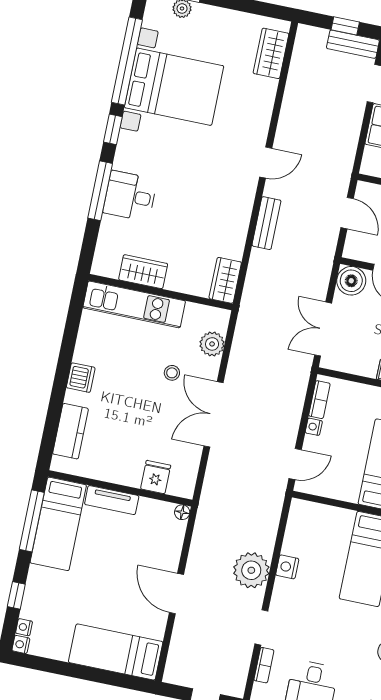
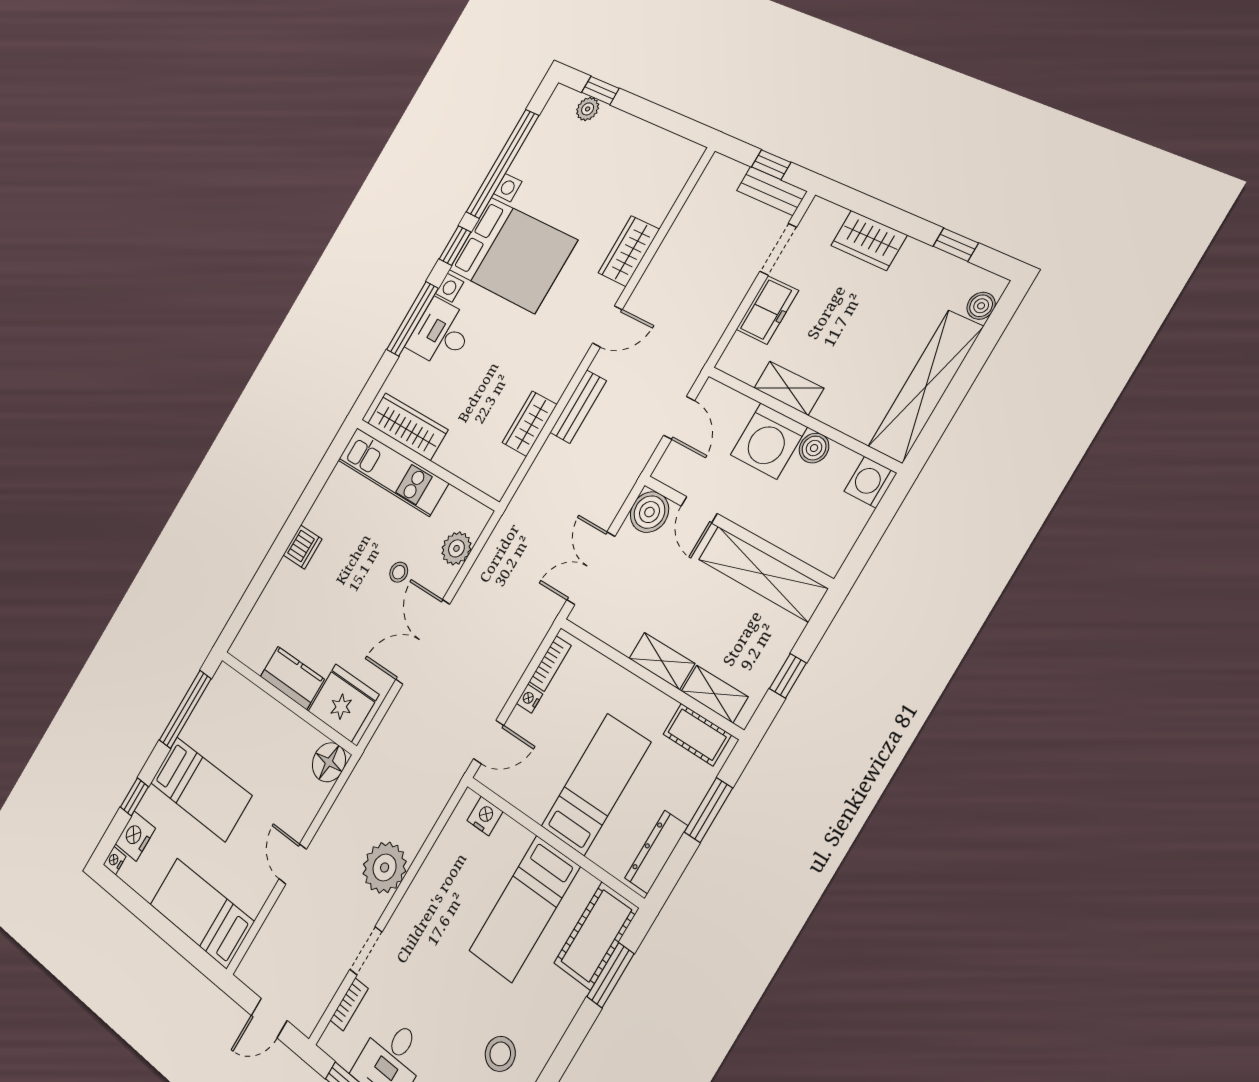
wardrobe: (271, 53) -> (629, 251), moved
bed with nightstands: (174, 87) -> (513, 255), moved
wardrobe: (143, 272) -> (408, 427), width x1.50
wardrobe: (225, 280) -> (529, 424), moved
kitchen counter: (70, 431) -> (292, 678), moved, turned -90
fridge: (156, 477) -> (343, 703), width x1.88, depth x1.34
tv unit: (112, 500) -> (273, 714), removed
floor lamp: (182, 512) -> (329, 762), width x1.89, depth x1.89
bed: (58, 524) -> (201, 789), moved, turned -90
nightstand: (287, 567) -> (485, 816), moved, turned 90
door: (176, 594) -> (293, 864), width x0.73
nightstand: (24, 627) -> (135, 836), width x1.89, depth x1.79

